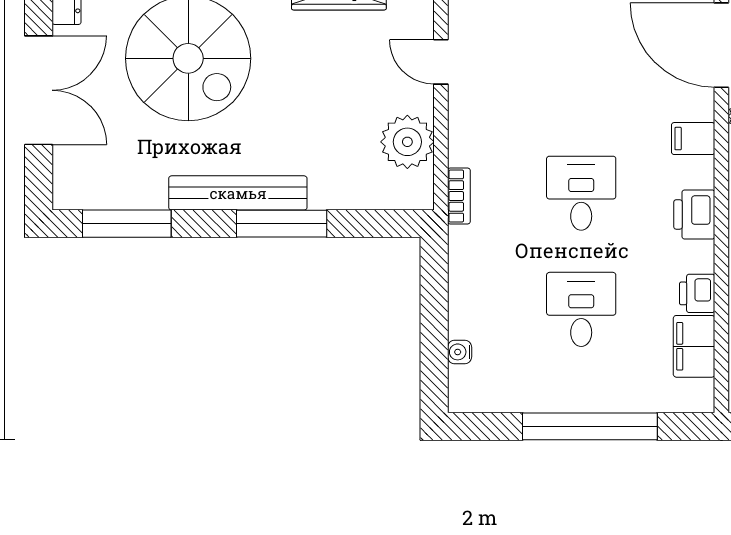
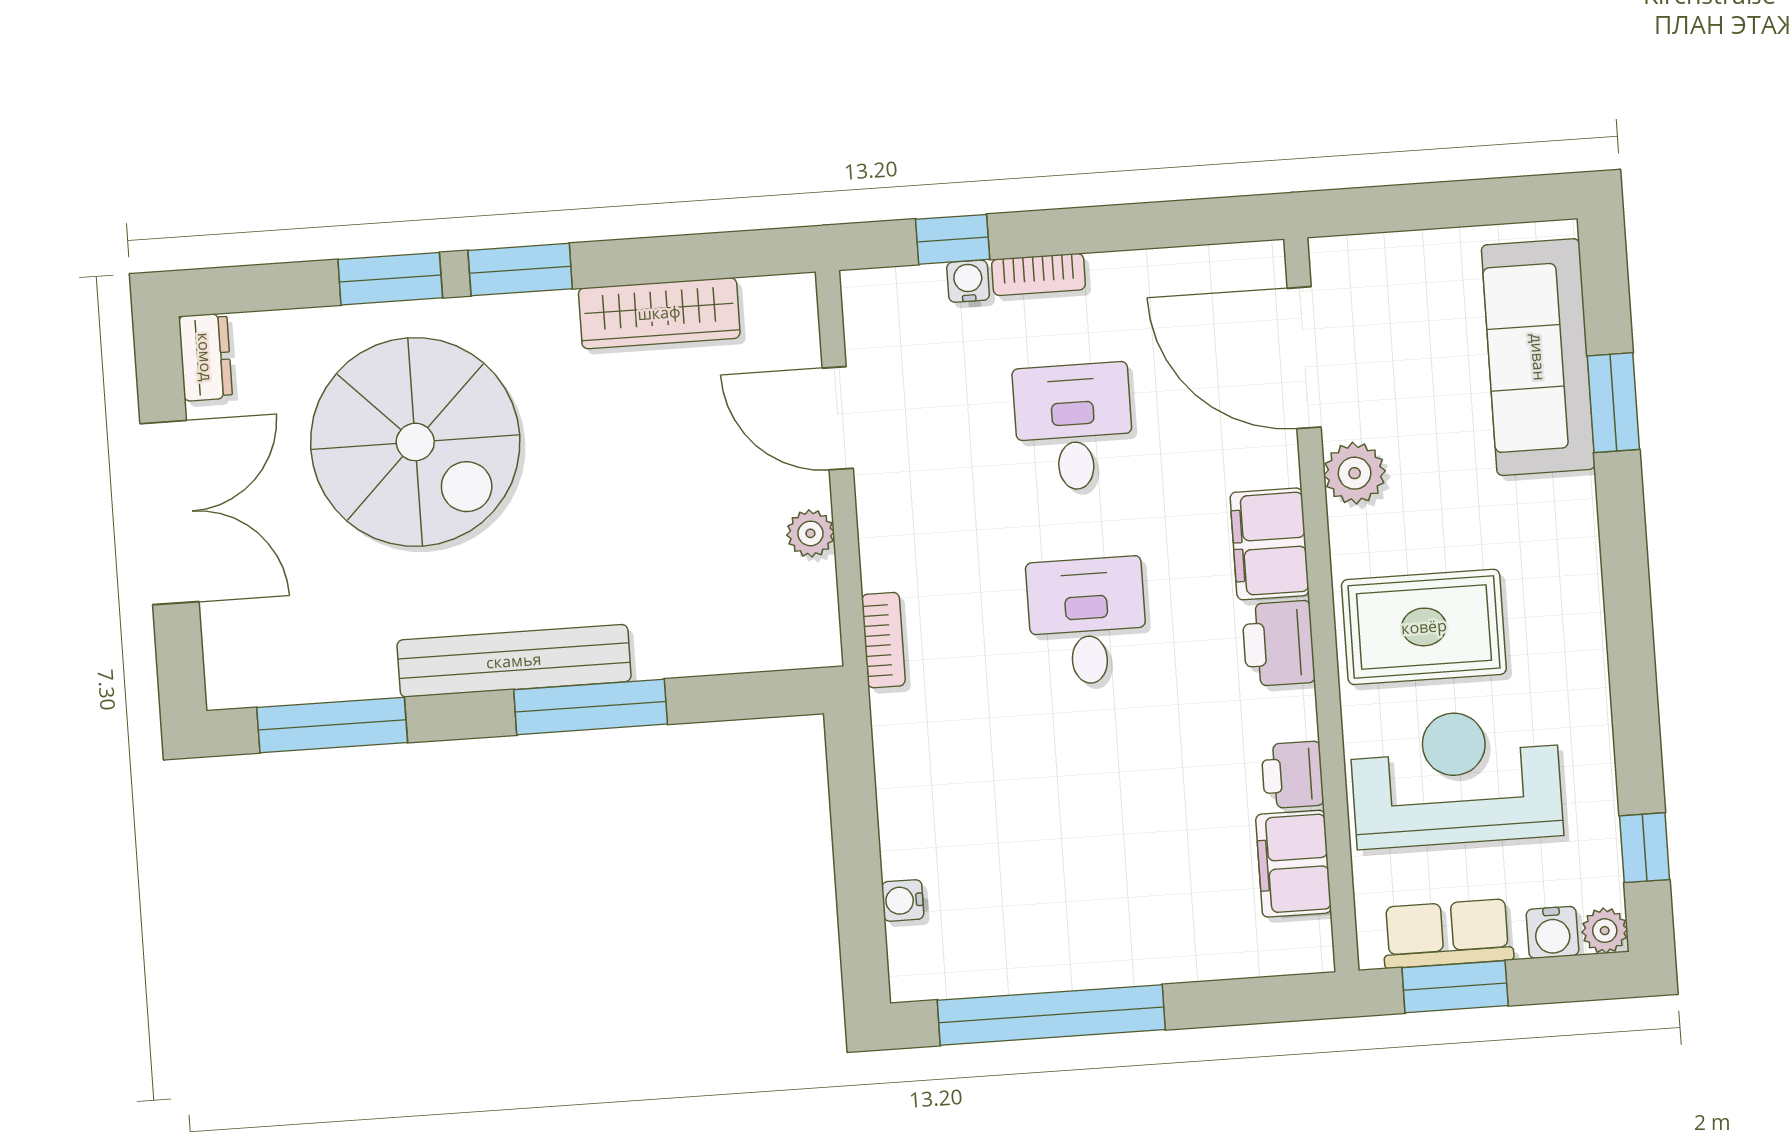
door: (441, 62) -> (838, 418), width x1.37
filing cabinet: (693, 139) -> (1270, 544), width x2.00
plant: (407, 142) -> (810, 533), width x0.53, depth x0.53
desk: (581, 309) -> (1074, 427), moved
window: (590, 426) -> (1051, 1015), moved

